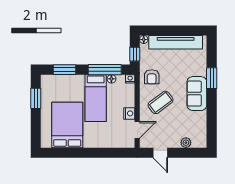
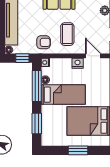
window: (36, 98) -> (78, 150), moved
coffee table: (161, 102) -> (67, 34), turned 37

